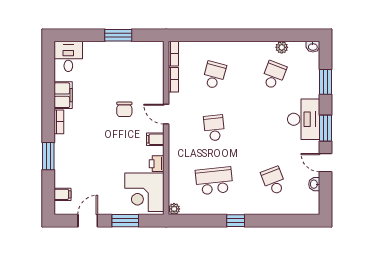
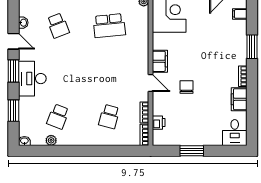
school desk: (214, 128) -> (109, 71), removed
filing cabinet: (155, 139) -> (160, 61), width x2.00
printer: (157, 164) -> (159, 123), moved

